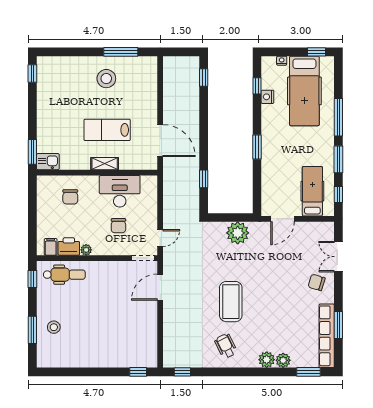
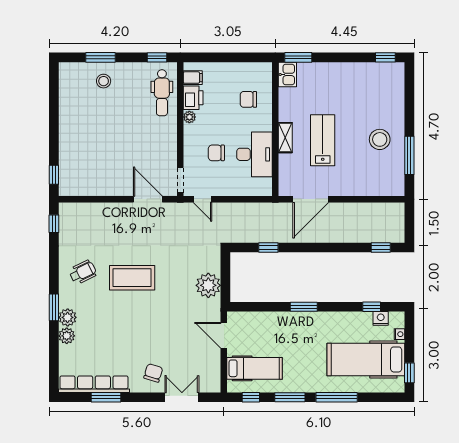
nightstand: (267, 97) -> (381, 318), moved
window: (308, 372) -> (54, 307), moved

